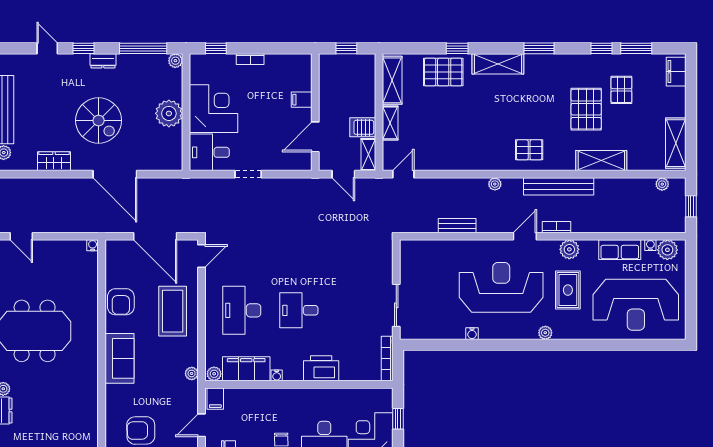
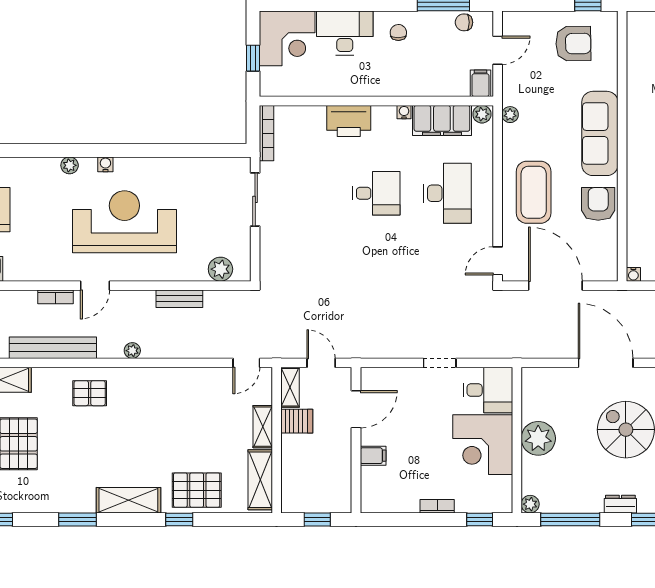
plant: (569, 249) -> (220, 269), moved
reception desk: (501, 287) -> (124, 222), turned 180
rug: (568, 290) -> (41, 218), removed
water cooler: (472, 334) -> (105, 164), moved
sofa: (119, 358) -> (600, 133), width x1.36

